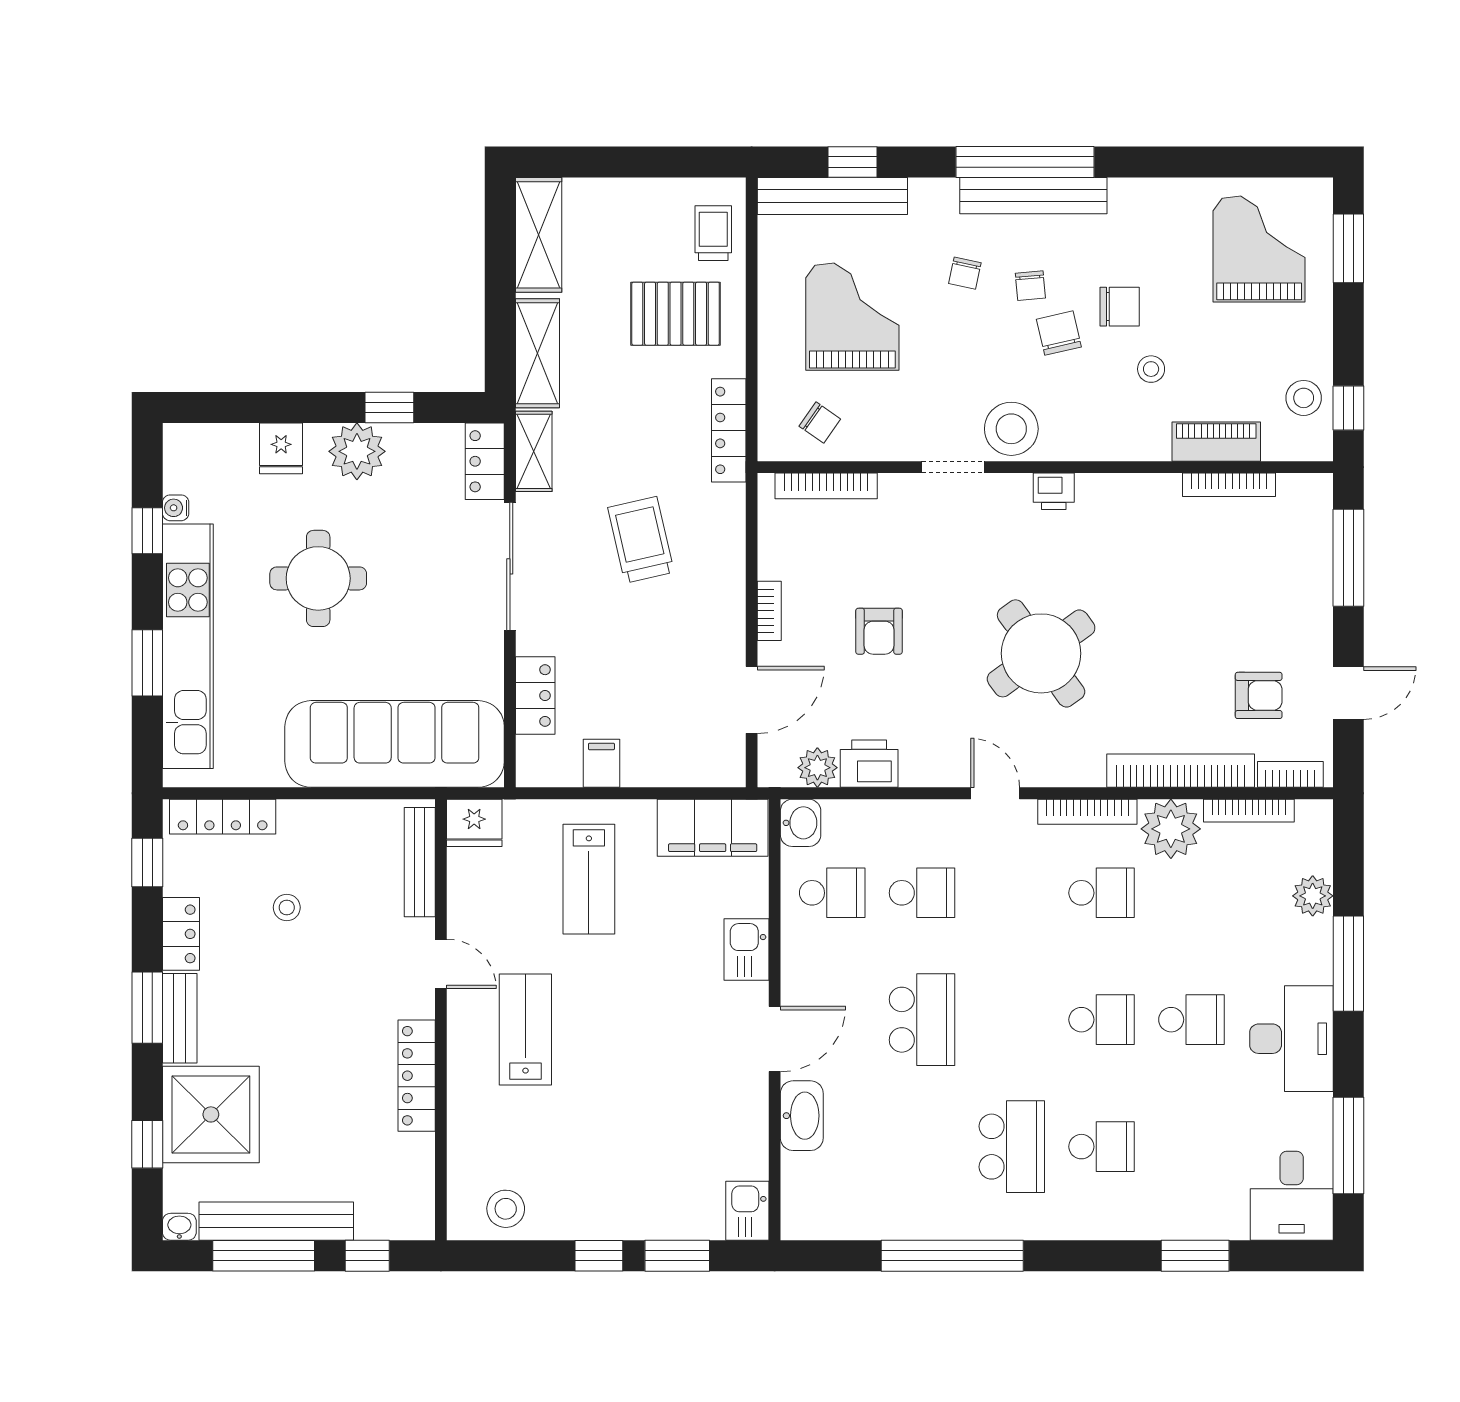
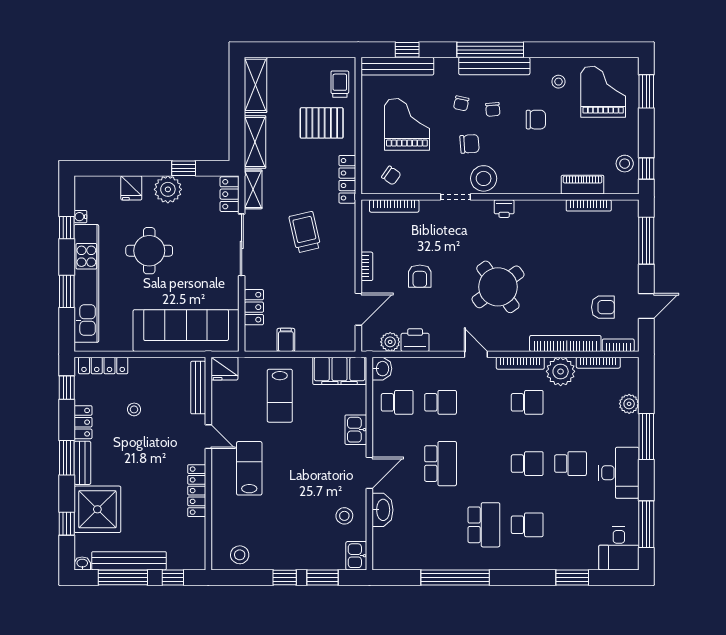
chair: (1059, 333) -> (470, 144), moved, turned 99
stool: (1151, 369) -> (558, 82), moved
stool: (723, 1128) -> (344, 516), added

